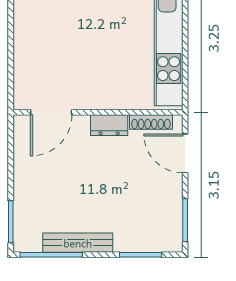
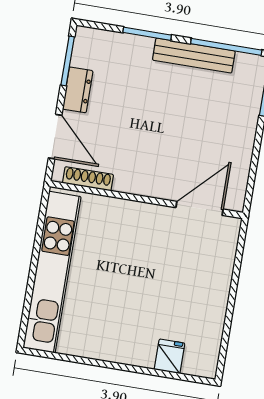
dresser: (109, 125) -> (78, 90), moved, turned 90
window: (141, 255) -> (147, 34), moved

